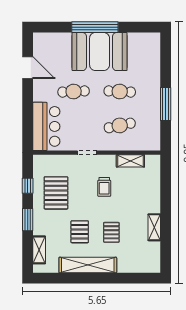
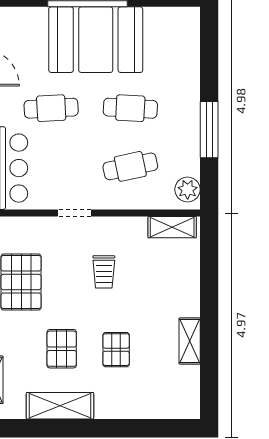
plant: (153, 139) -> (188, 190), added
shelving: (130, 161) -> (172, 227), moved
shelving: (88, 265) -> (60, 406), width x0.68

